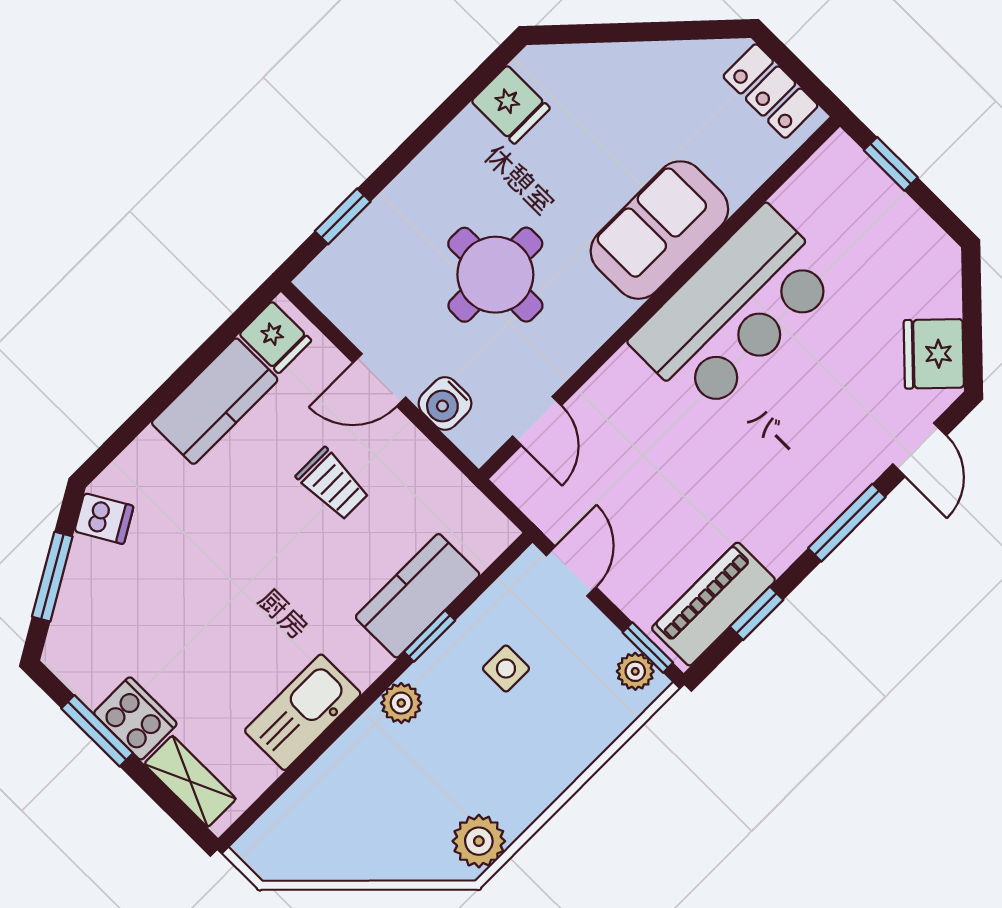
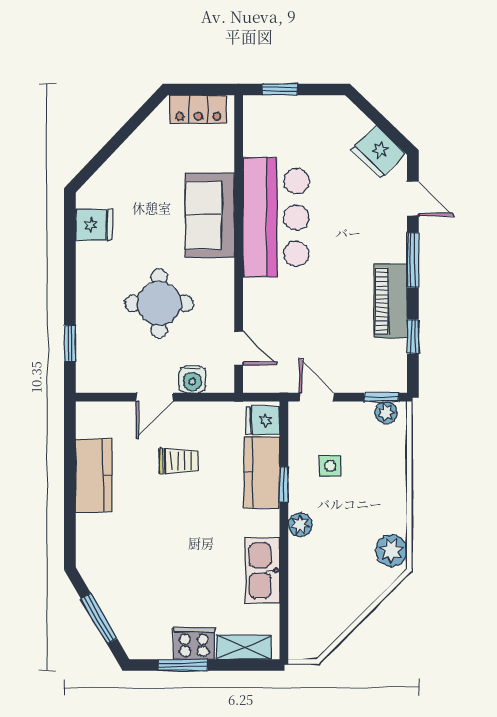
fridge: (275, 337) -> (263, 420), moved, turned 180
dishwasher: (104, 519) -> (96, 572), removed
piano: (713, 604) -> (391, 301), moved

